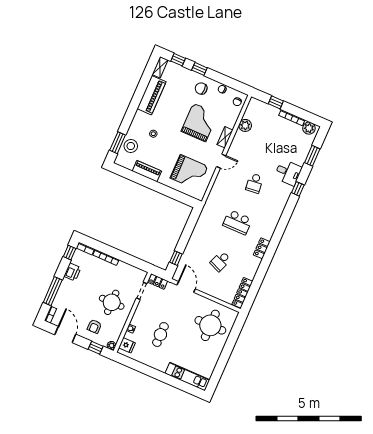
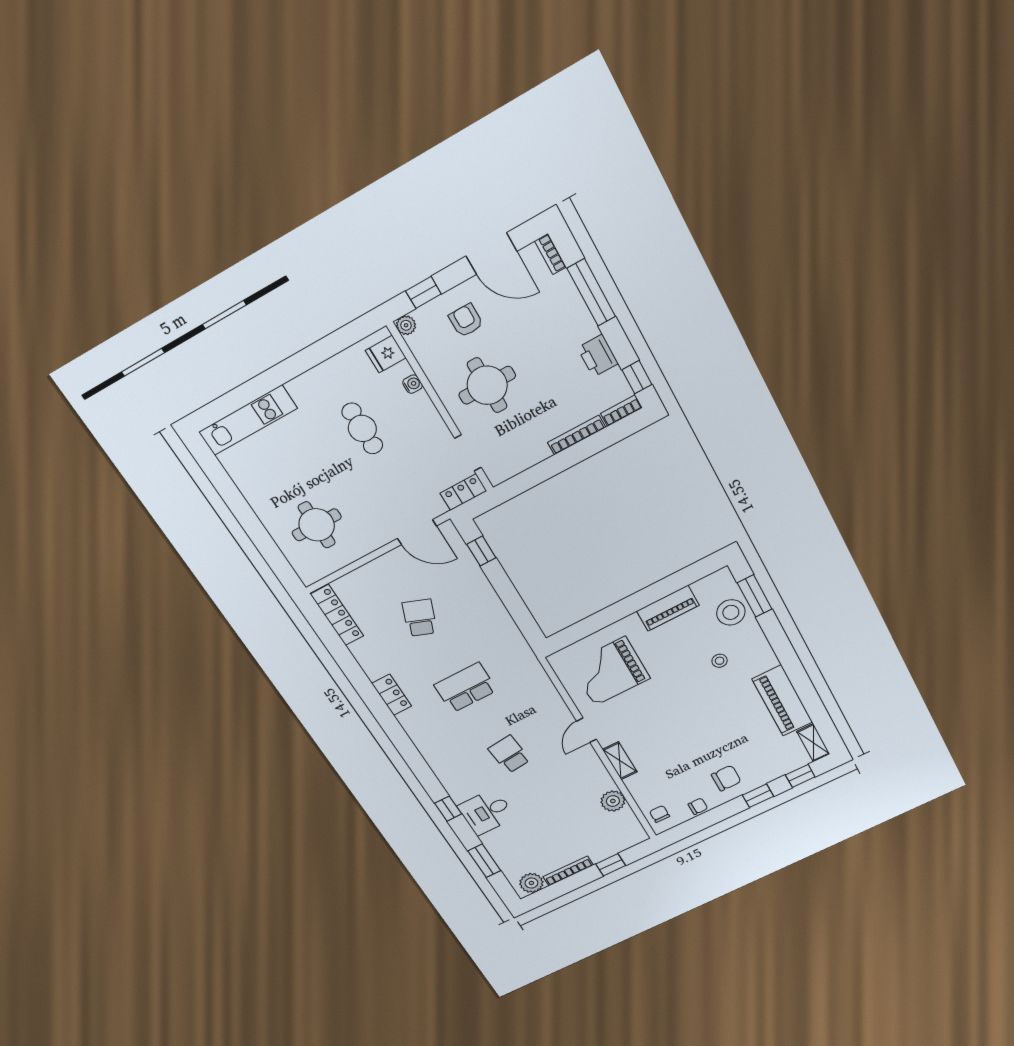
grand piano: (199, 122) -> (676, 740), removed
round table: (210, 325) -> (317, 525), width x0.73, depth x0.73

